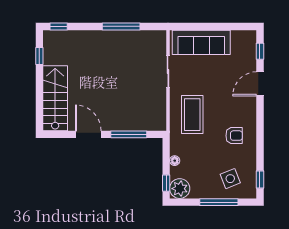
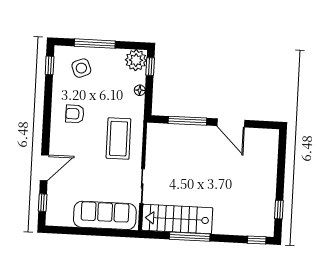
stairs: (55, 98) -> (177, 219), moved, turned 90

